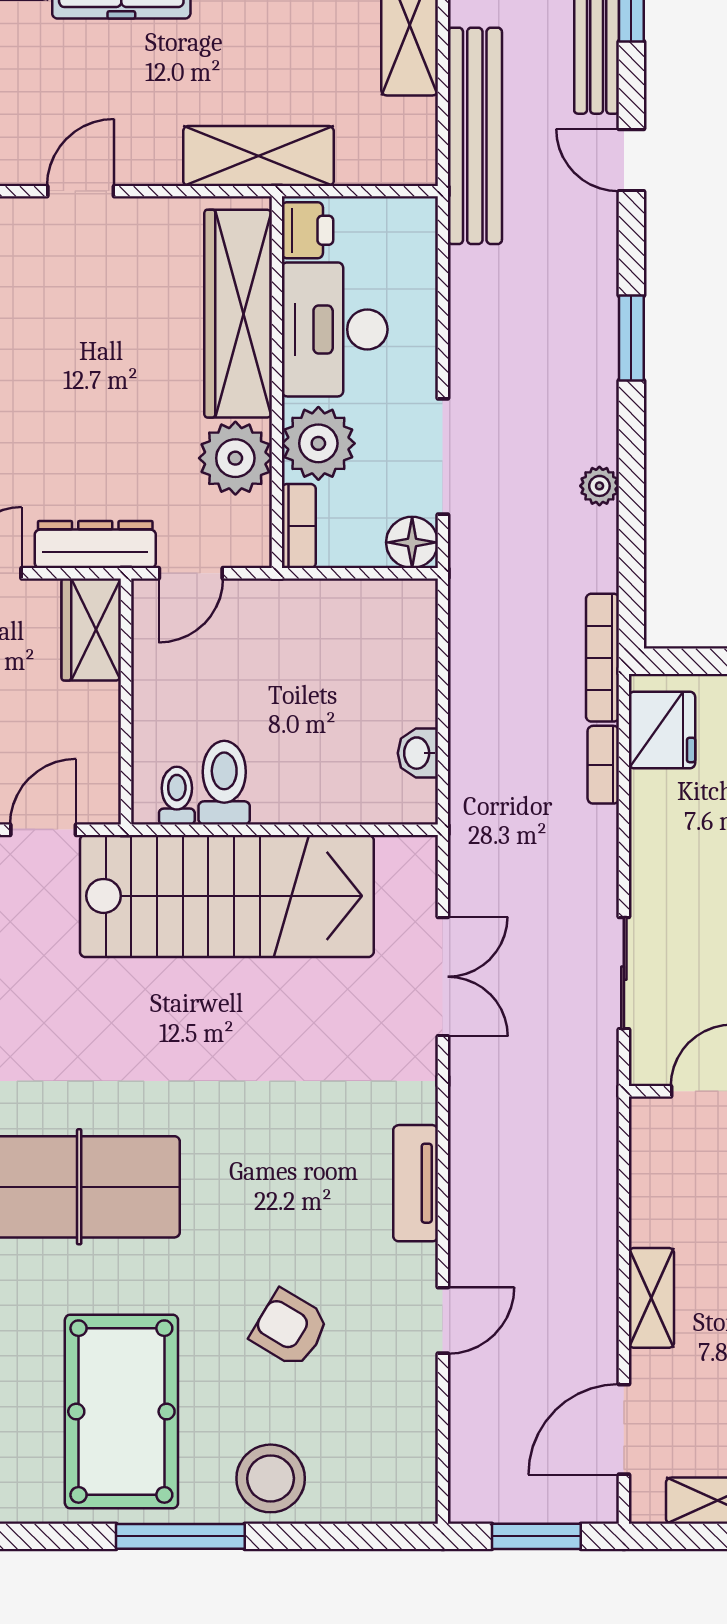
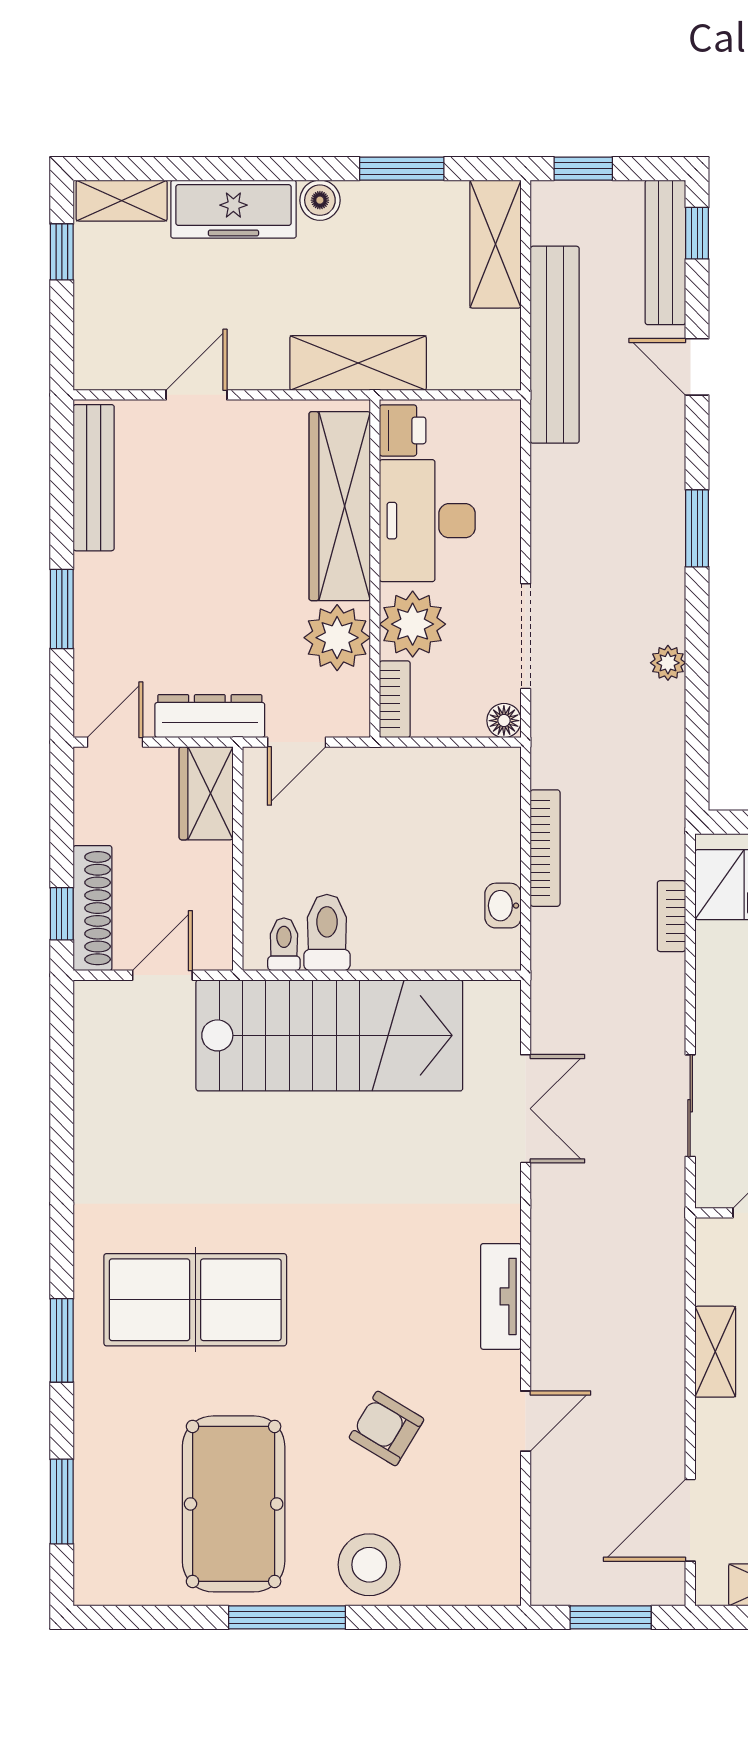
floor lamp: (412, 542) -> (504, 721), width x0.73, depth x0.73
bookcase: (602, 658) -> (545, 848), moved, turned 180
shelving: (651, 1298) -> (715, 1352), moved

